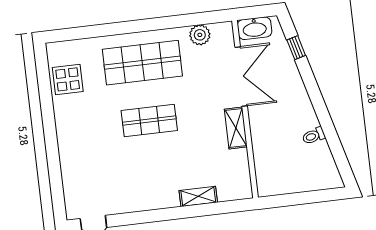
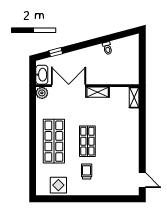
plant: (200, 35) -> (42, 93), moved
trolley: (97, 125) -> (87, 171), added
shelving: (198, 196) -> (134, 97), moved

